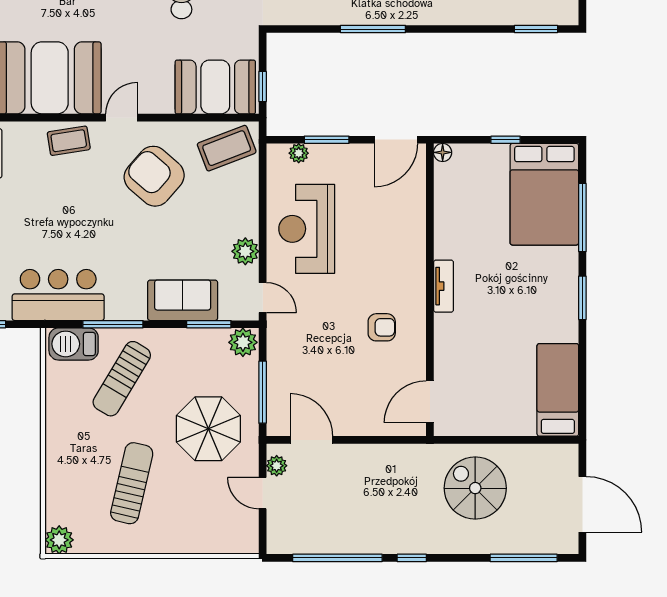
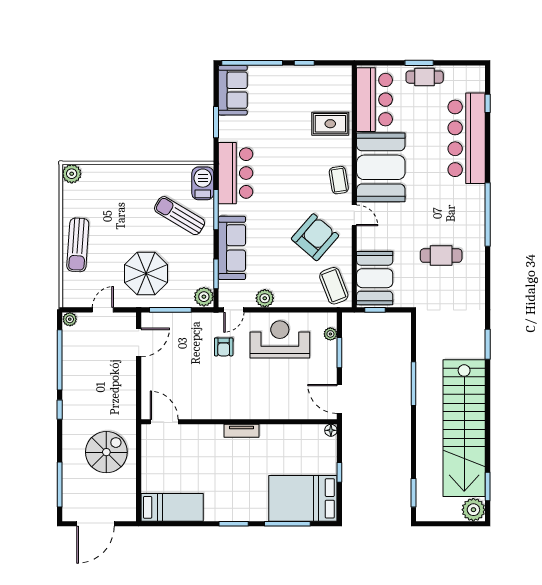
sofa: (183, 300) -> (232, 248), width x1.36
armchair: (382, 327) -> (224, 347), moved
plant: (277, 466) -> (70, 319), moved
sun lounger: (132, 483) -> (78, 245), moved, turned 81

